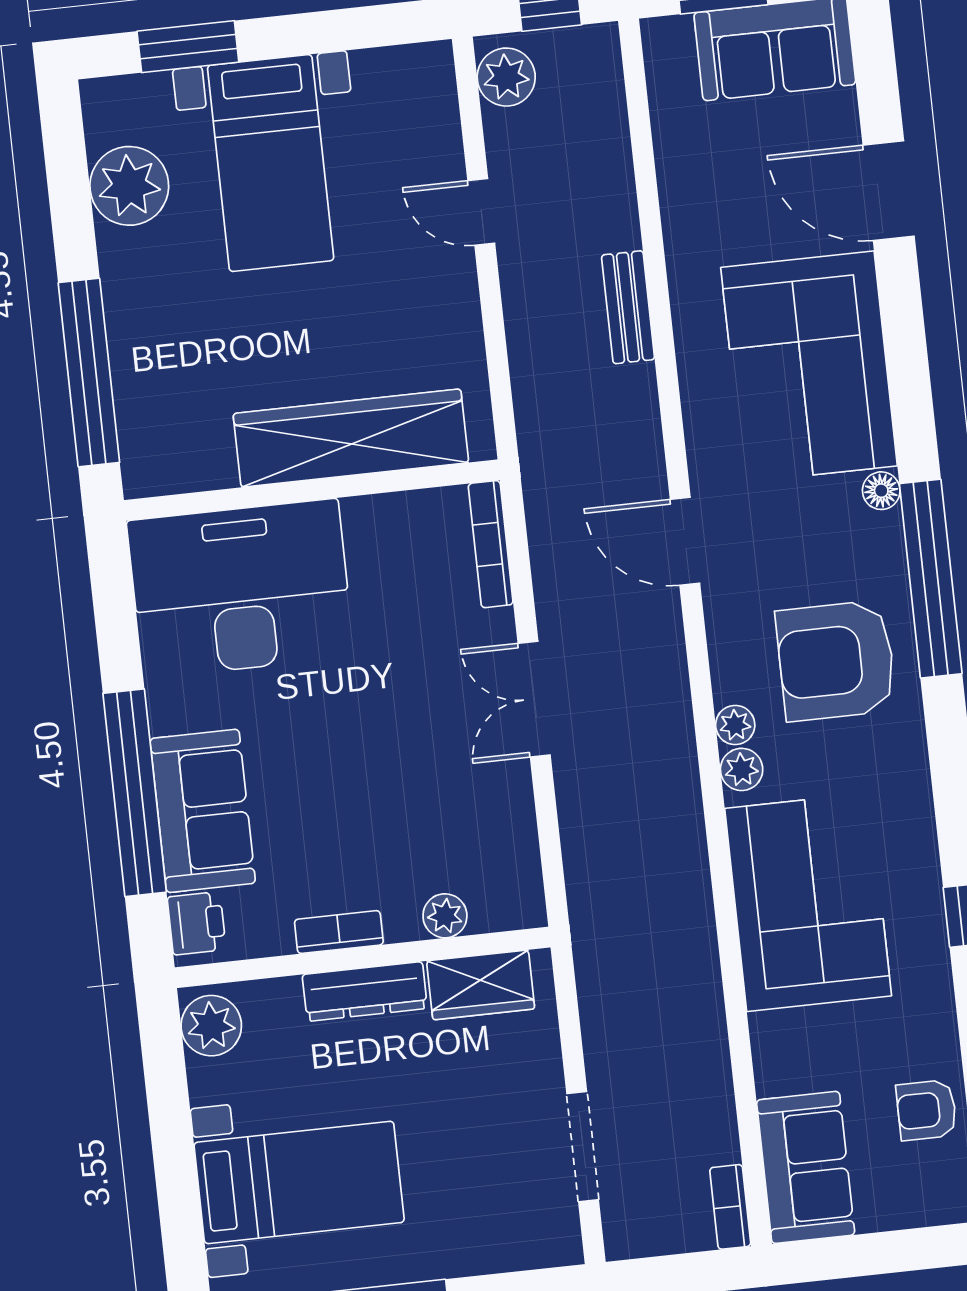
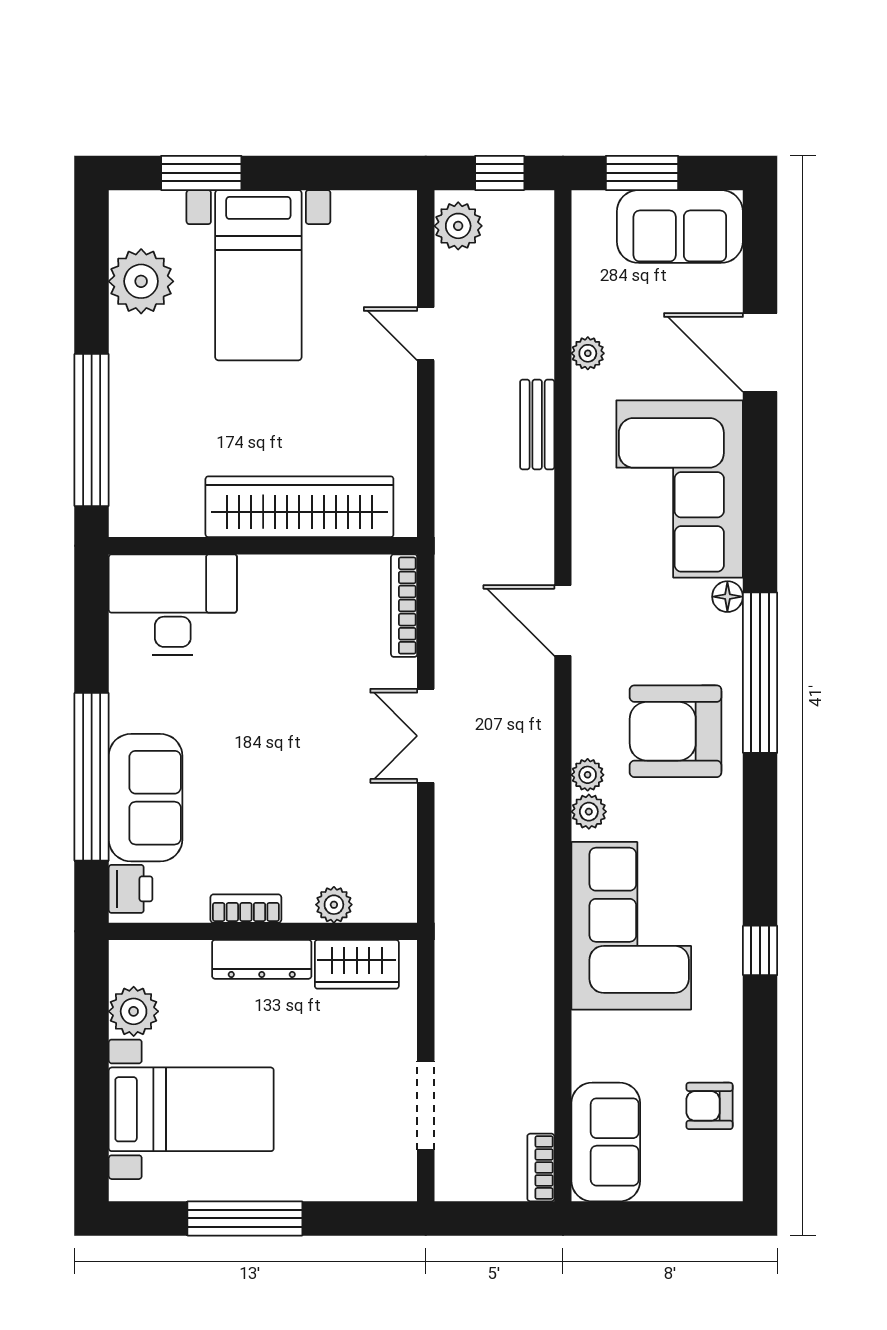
plant: (680, 214) -> (588, 353), added
desk: (241, 589) -> (173, 605), width x0.73, depth x0.77
plant: (211, 1026) -> (134, 1011), moved

